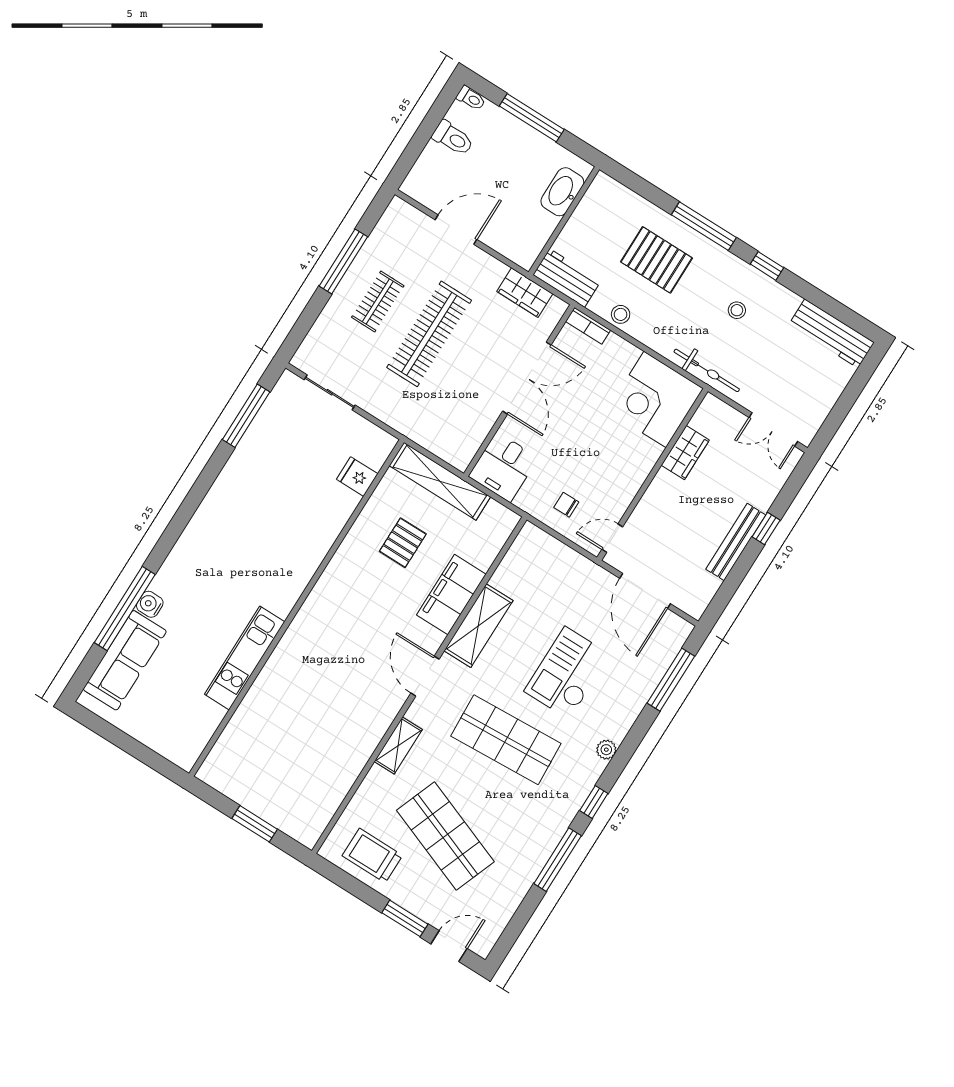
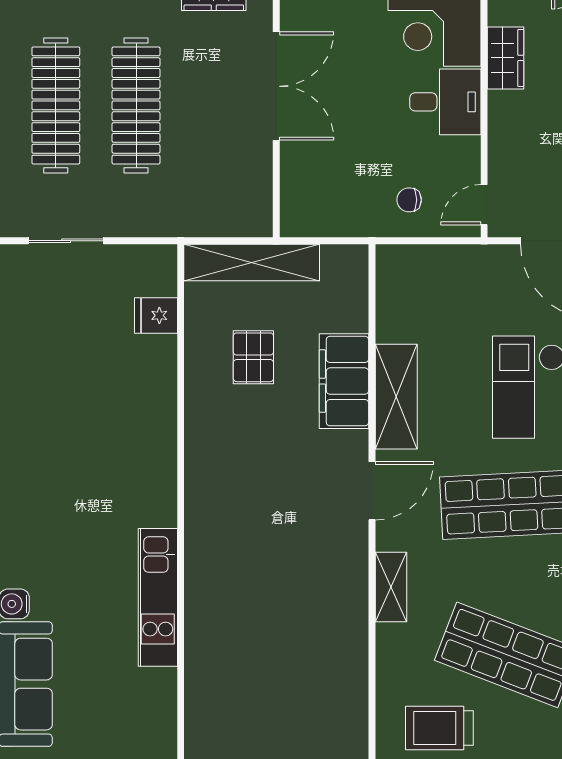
clothes rail: (378, 301) -> (56, 105), width x1.86, depth x1.31
desk: (503, 467) -> (445, 102), moved, turned -90
door: (425, 676) -> (372, 491), swing flipped

